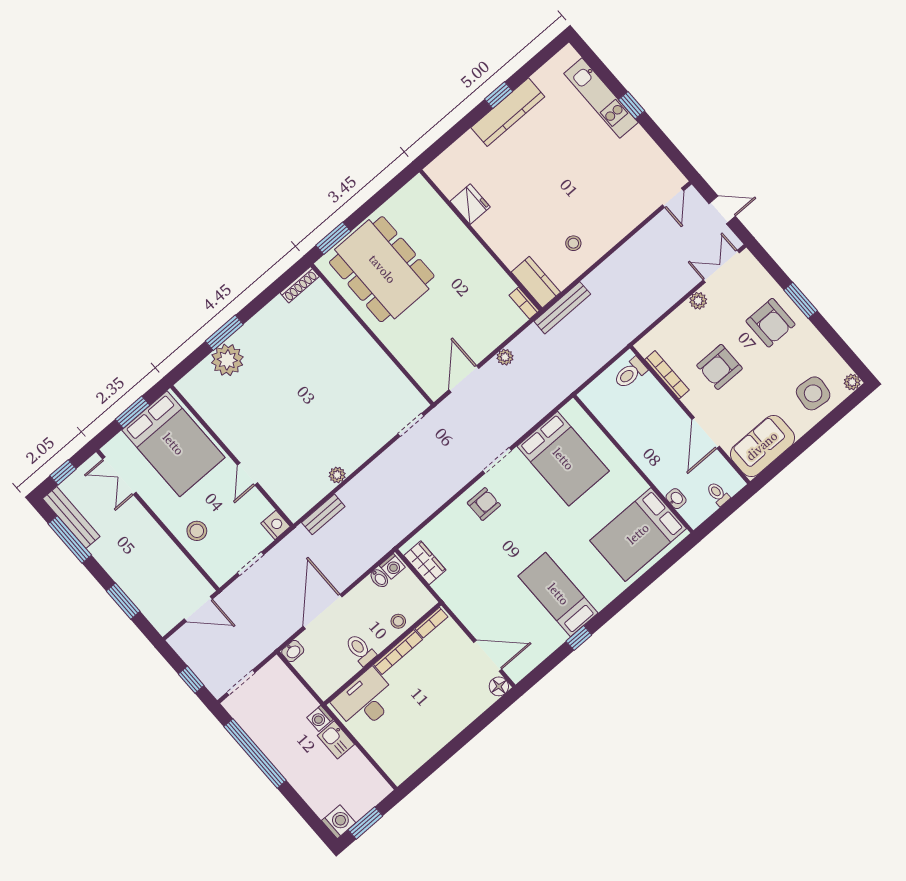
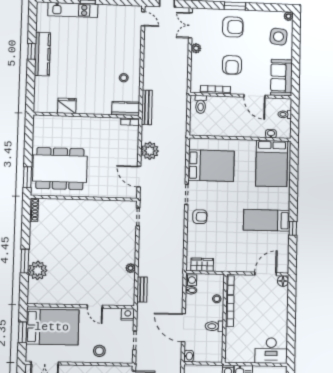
plant: (505, 357) -> (150, 151), width x1.88, depth x1.88
armchair: (484, 504) -> (200, 217), turned 90
desk: (365, 700) -> (271, 351), moved, turned -90

